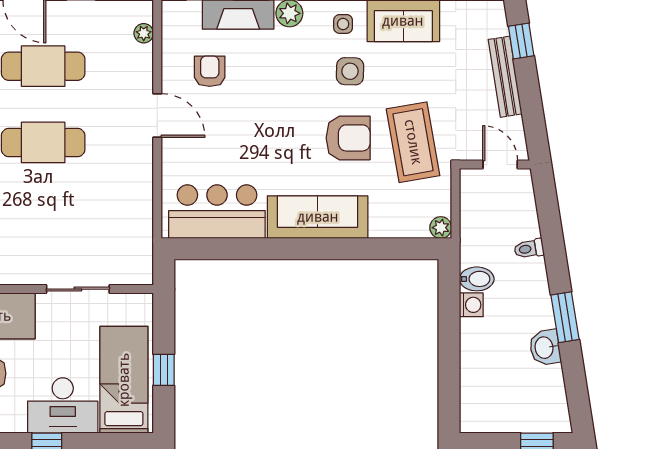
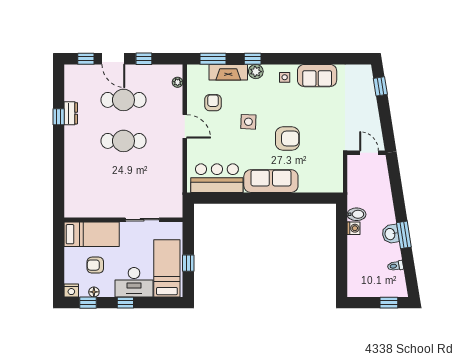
side table: (350, 71) -> (248, 122), moved
bench: (505, 77) -> (372, 106), removed
coffee table: (413, 142) -> (322, 141), removed
plant: (441, 228) -> (337, 187), removed
toilet: (529, 249) -> (395, 266), moved
washbasin: (545, 347) -> (390, 234), moved

